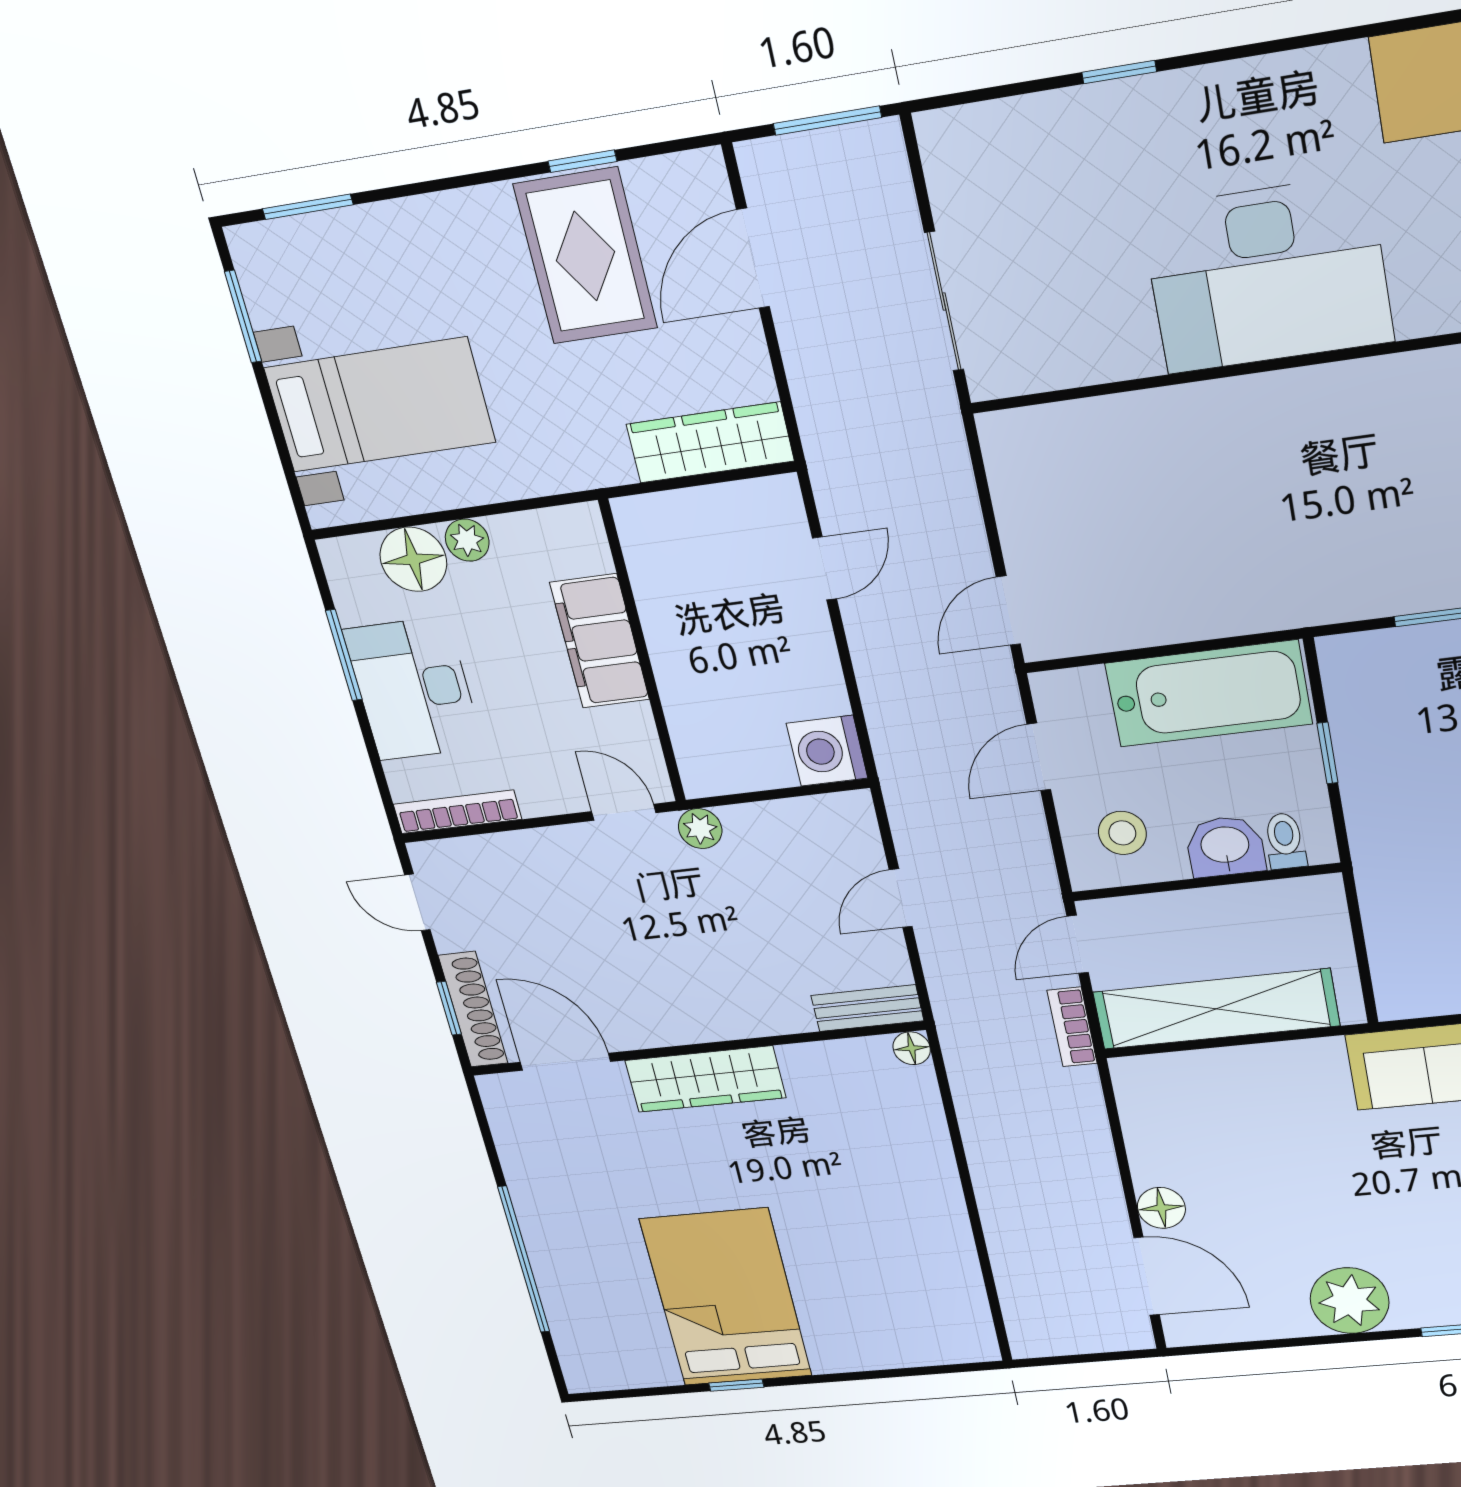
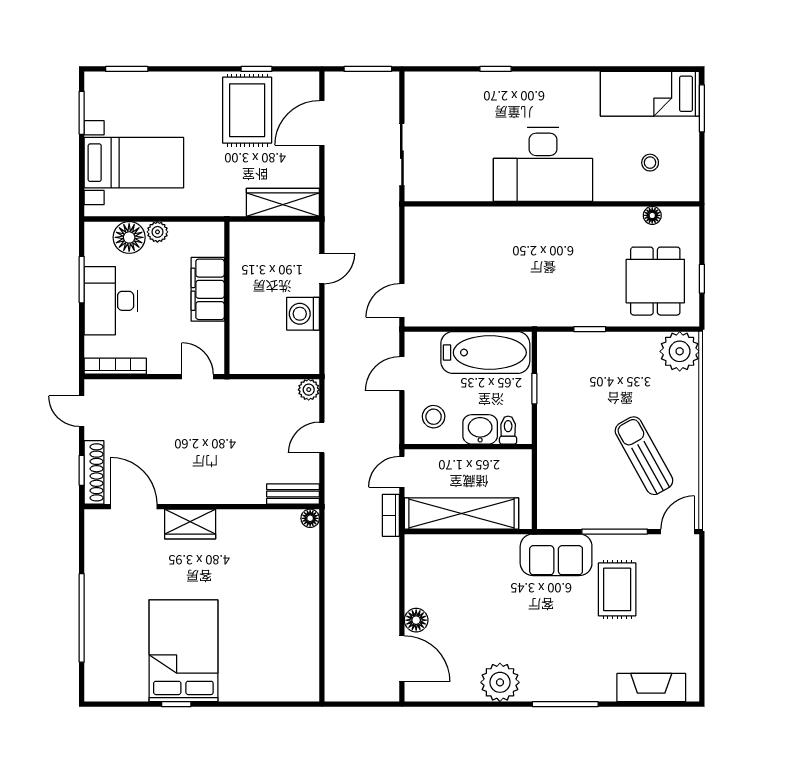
washing machine: (827, 751) -> (303, 314), moved
plant: (700, 829) -> (309, 390), moved
wardrobe: (705, 1079) -> (190, 524), width x0.67

